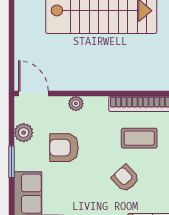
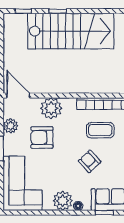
plant: (76, 104) -> (51, 108), width x1.87, depth x1.87

